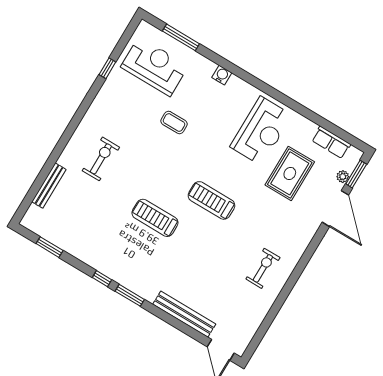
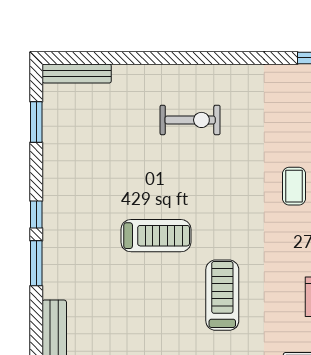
bench: (49, 186) -> (77, 74), moved
treadmill: (155, 218) -> (156, 236), turned 90

